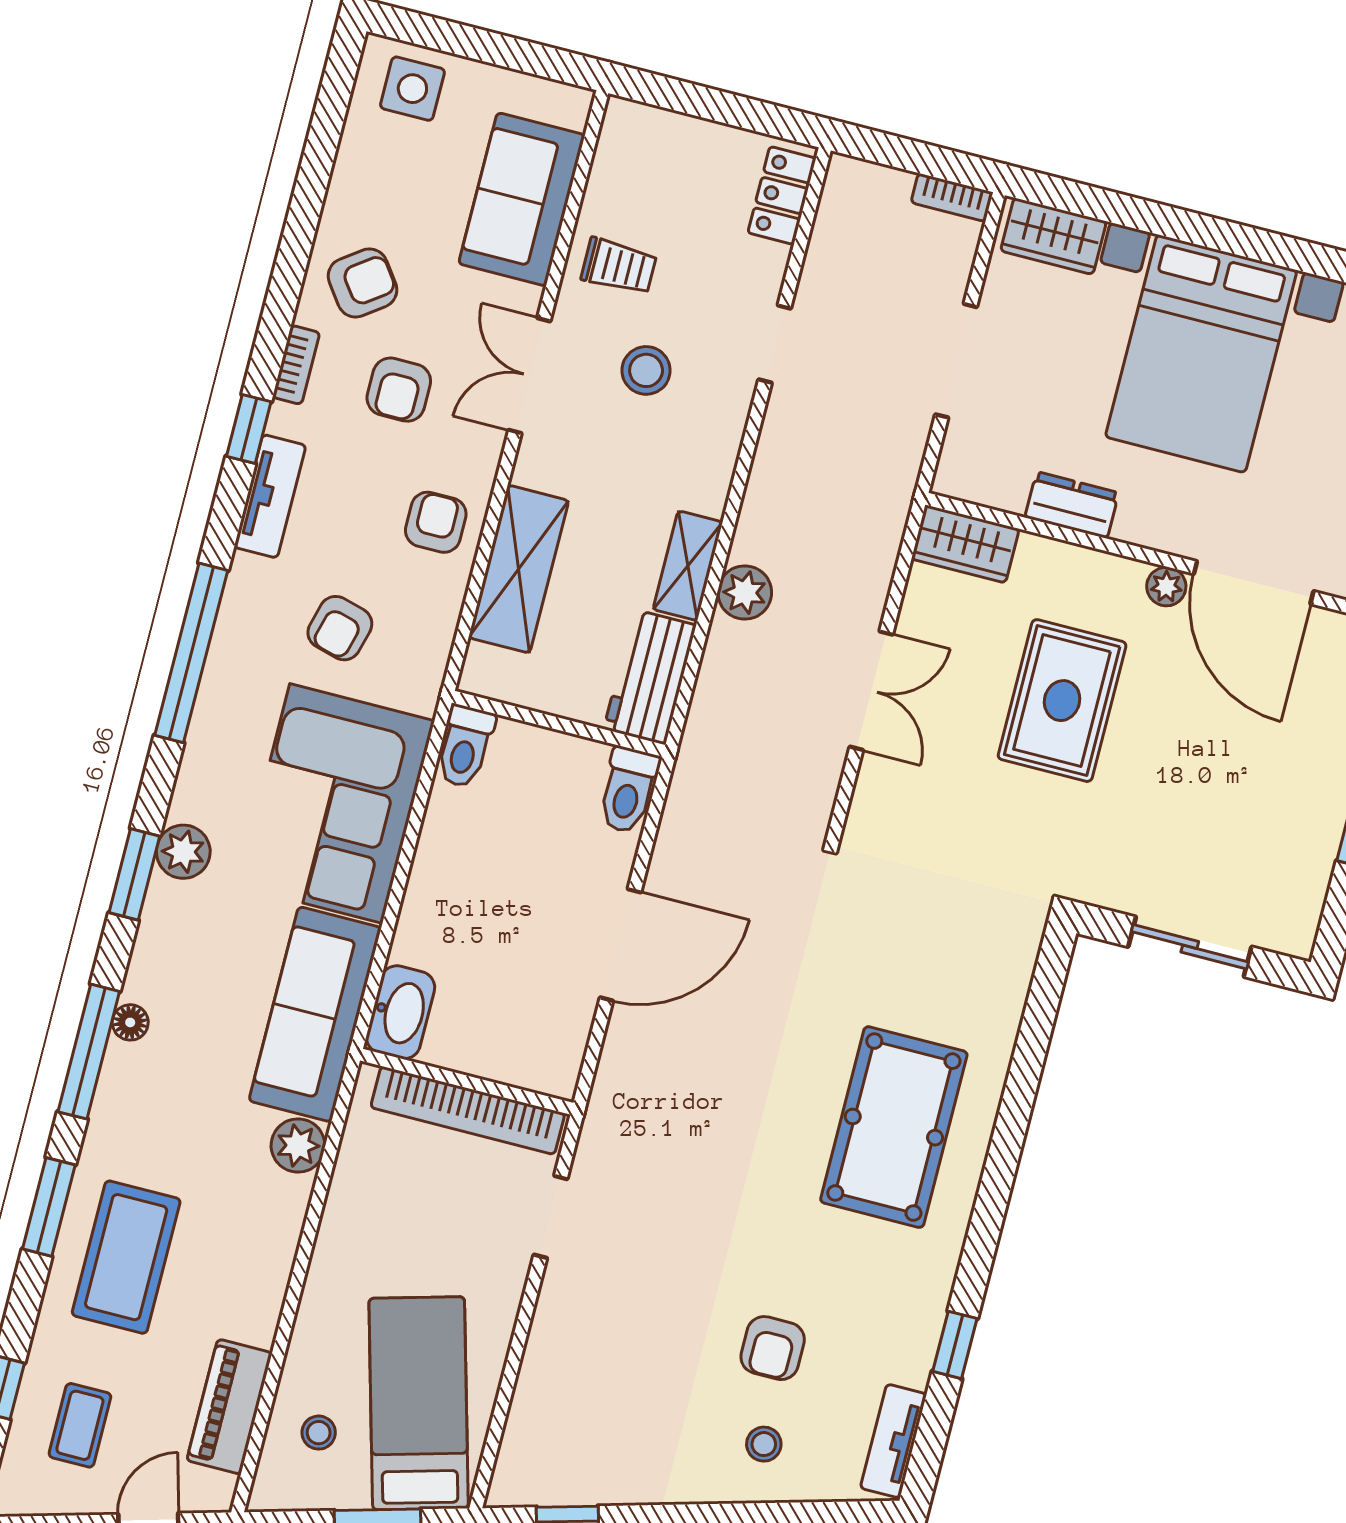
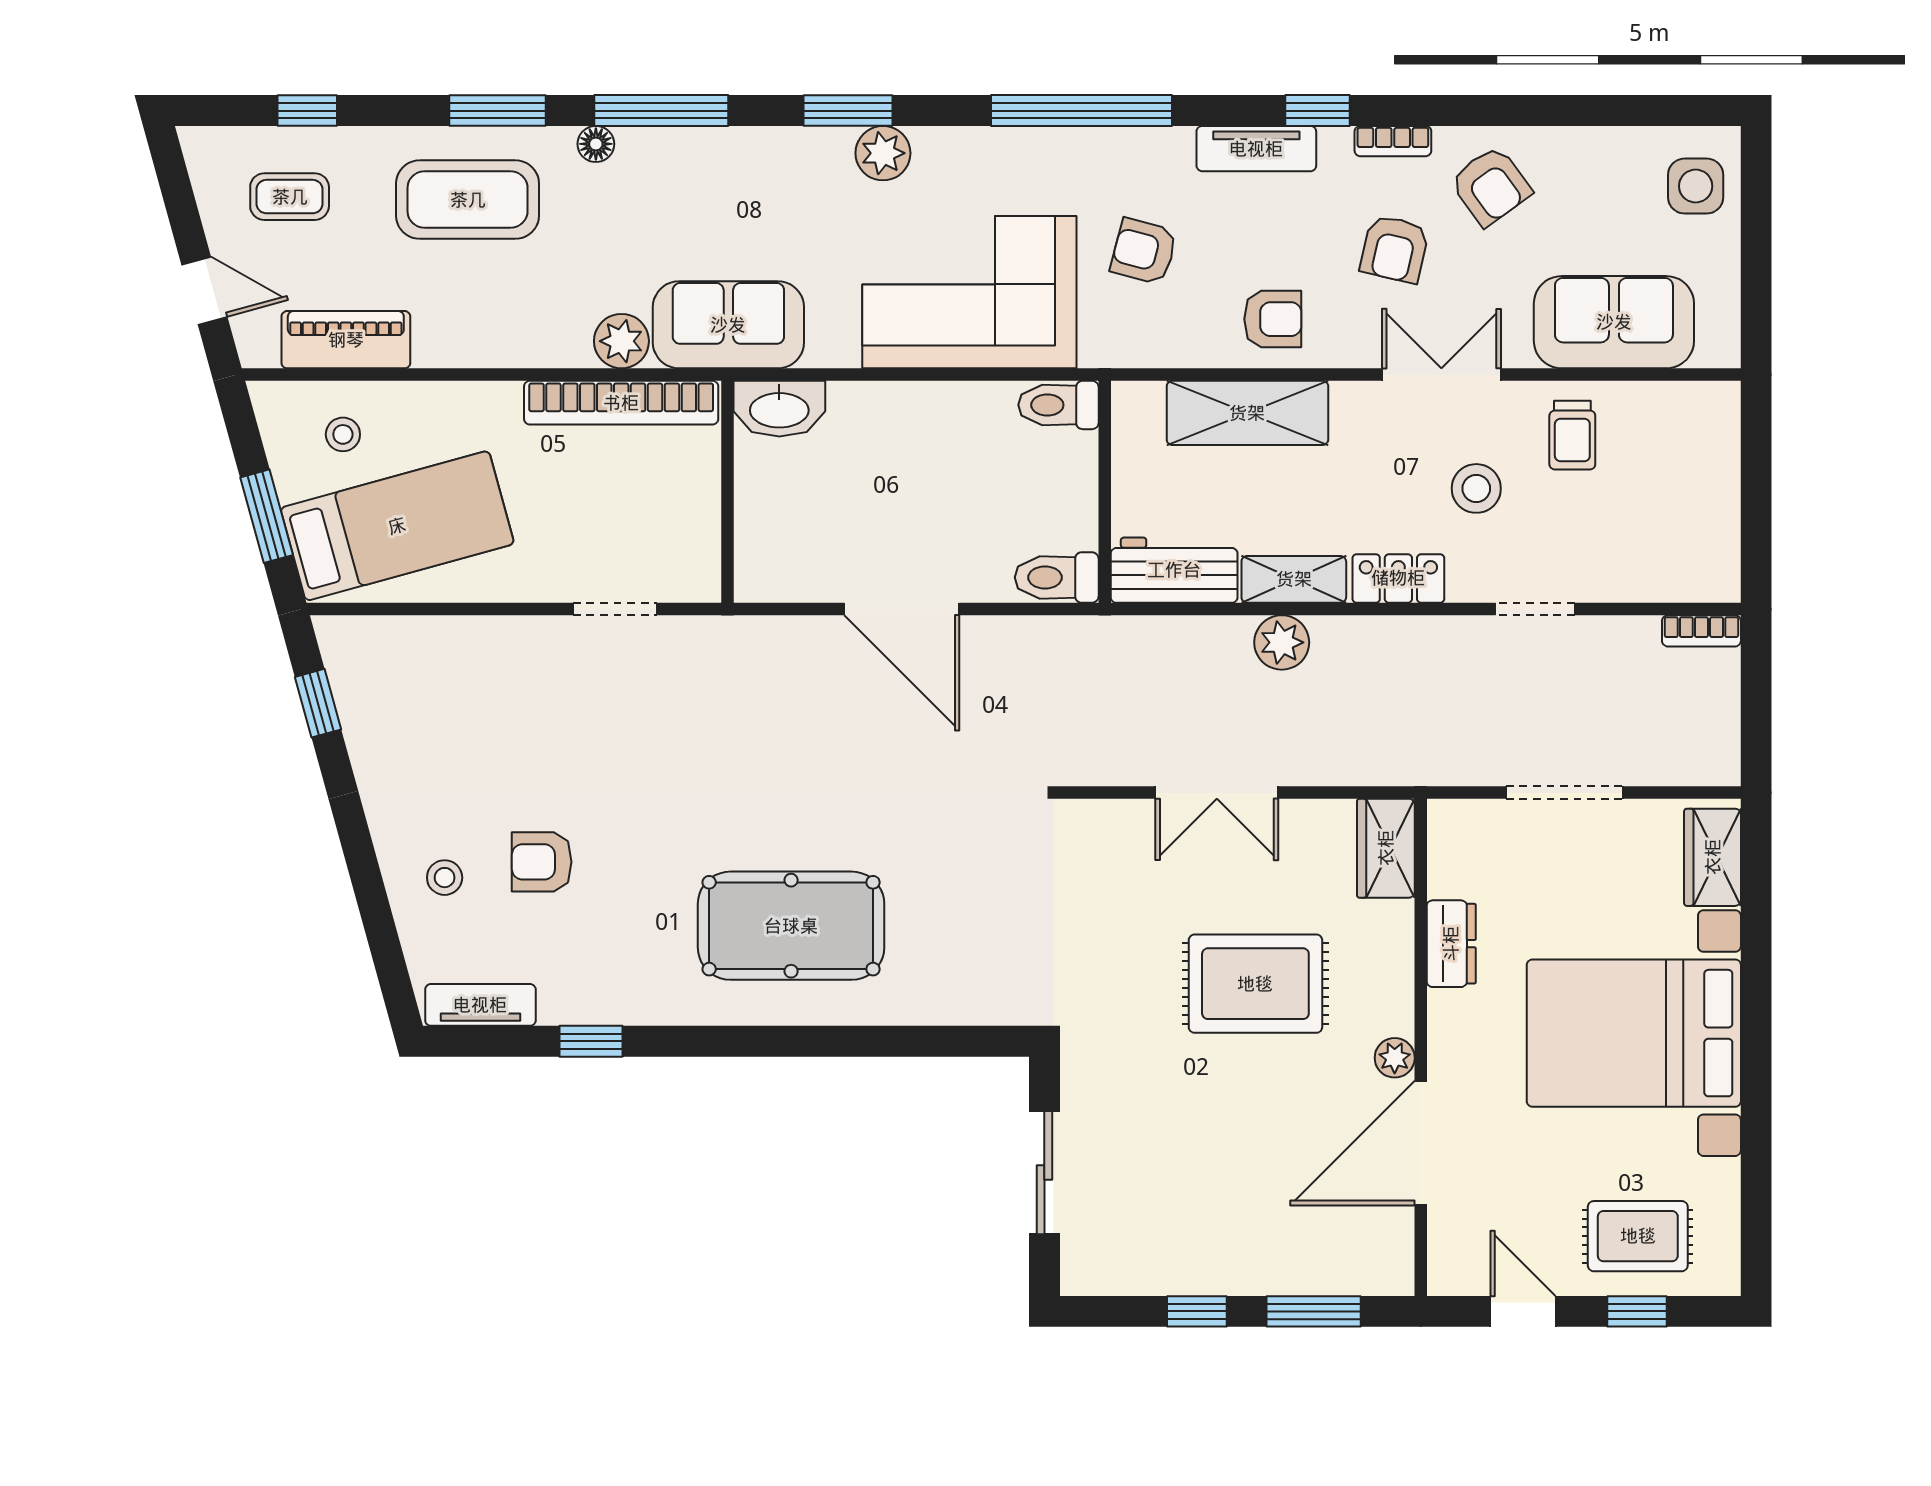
locker: (782, 195) -> (1398, 578), moved
bookcase: (952, 197) -> (1701, 631), moved, turned -90
armchair: (399, 390) -> (1395, 249), turned -77
sofa: (315, 1014) -> (728, 325), width x0.73
floor lamp: (130, 1022) -> (596, 144), moved
bookcase: (468, 1110) -> (621, 403), moved, turned -90

